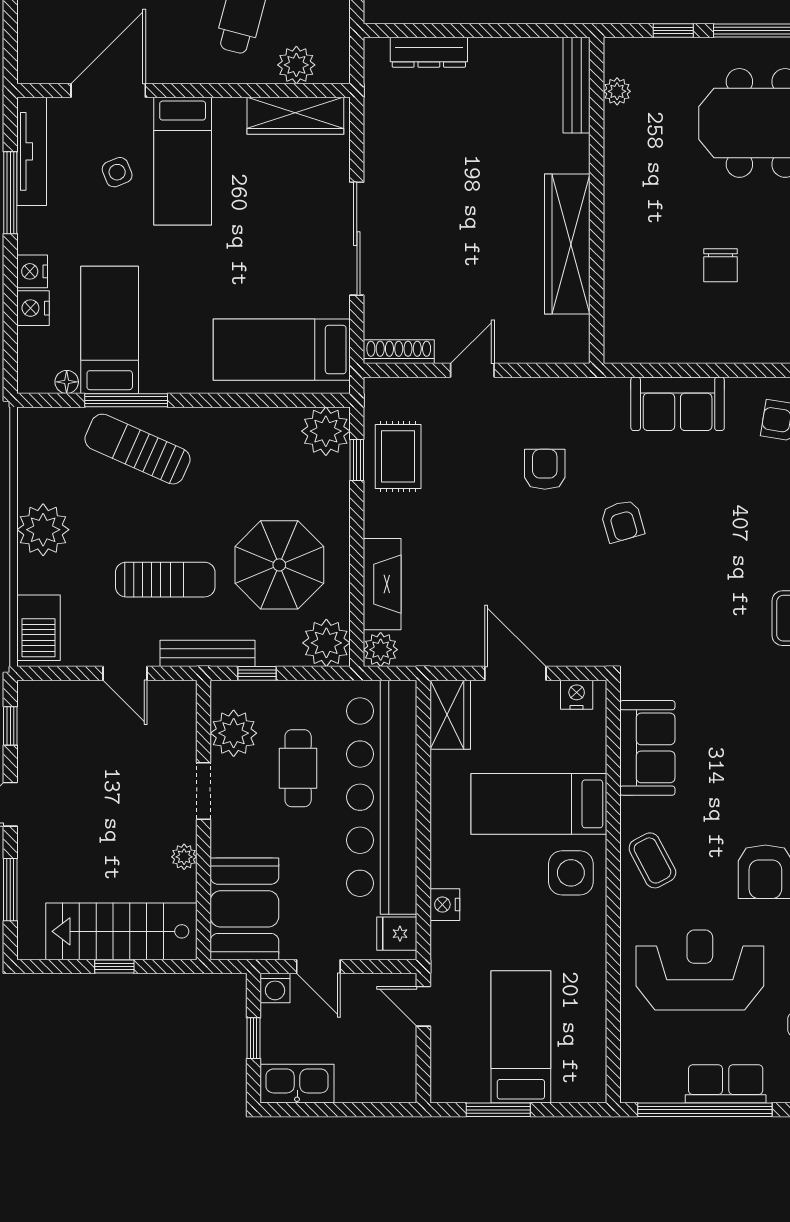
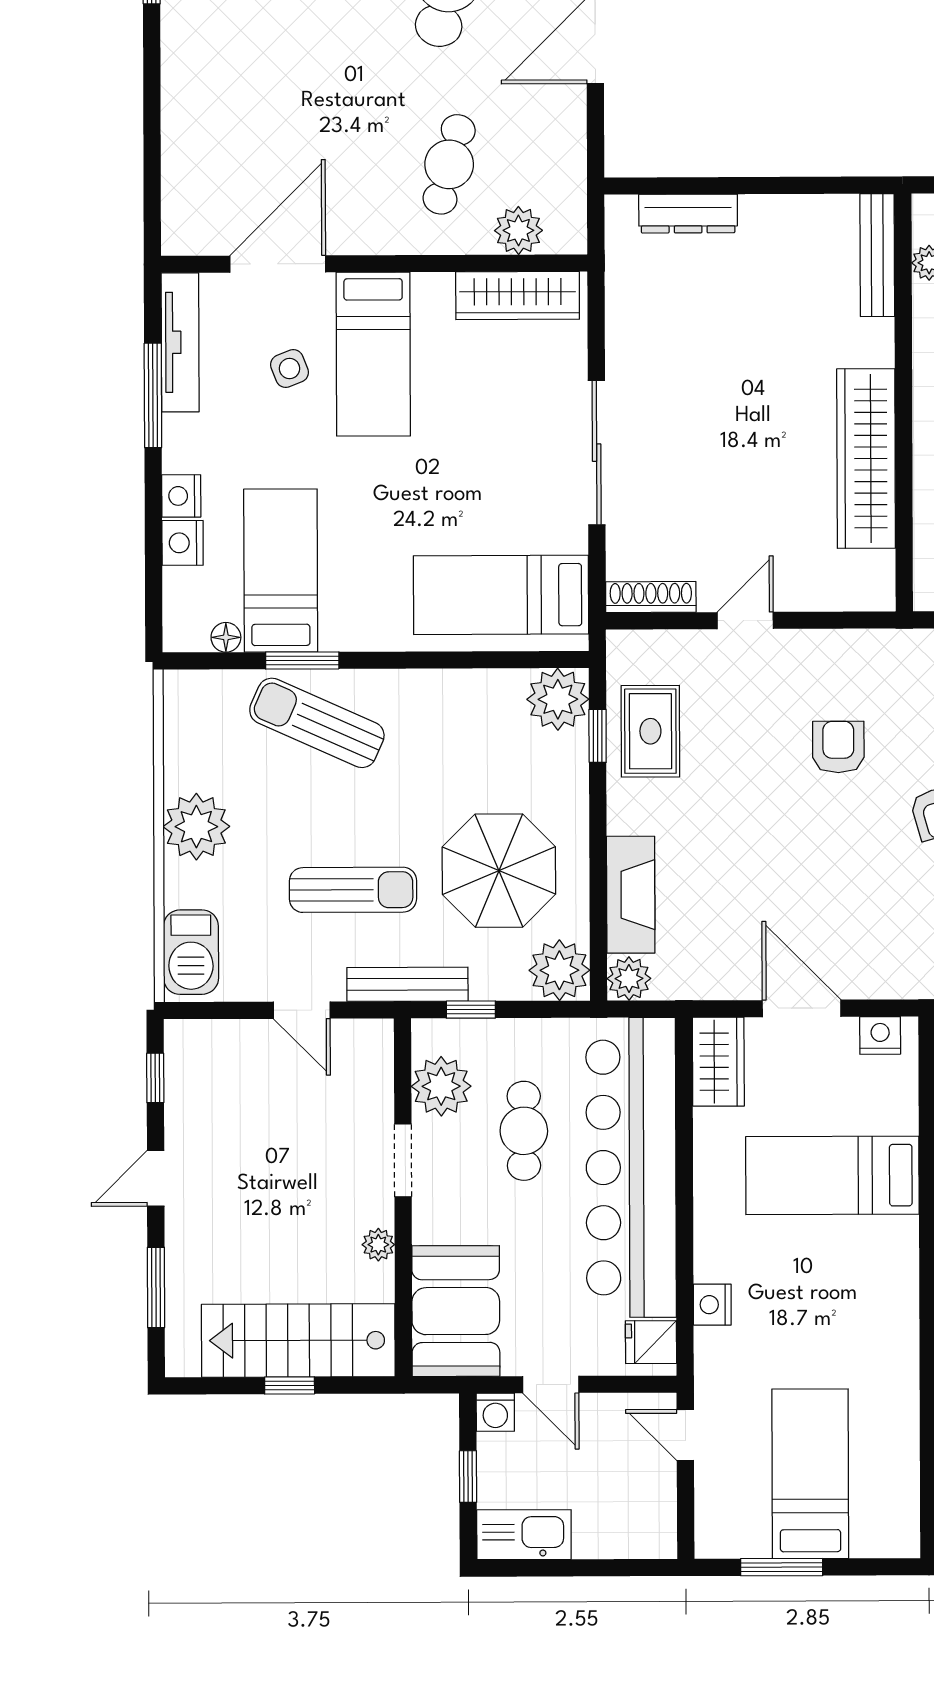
window: (126, 400) -> (302, 660), width x0.69
side table: (571, 873) -> (874, 1263), removed

